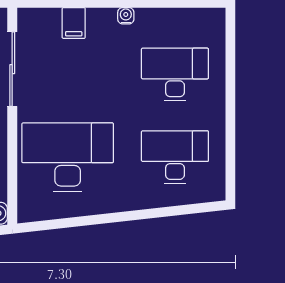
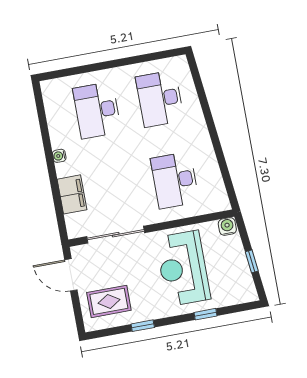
filing cabinet: (74, 23) -> (72, 194), width x2.00
desk: (68, 157) -> (175, 180), width x0.73, depth x0.77

